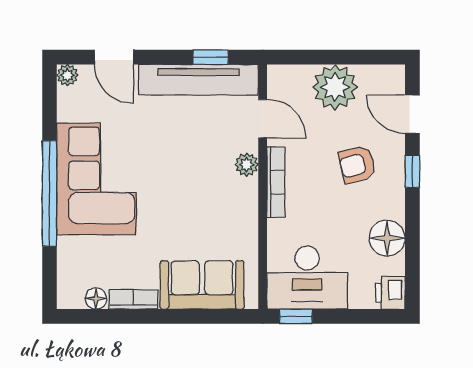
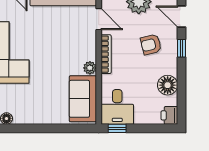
plant: (247, 165) -> (90, 68), moved
desk: (307, 278) -> (117, 107), width x0.73
sofa: (202, 285) -> (83, 99), moved, turned -90
bookcase: (133, 299) -> (27, 119), removed

